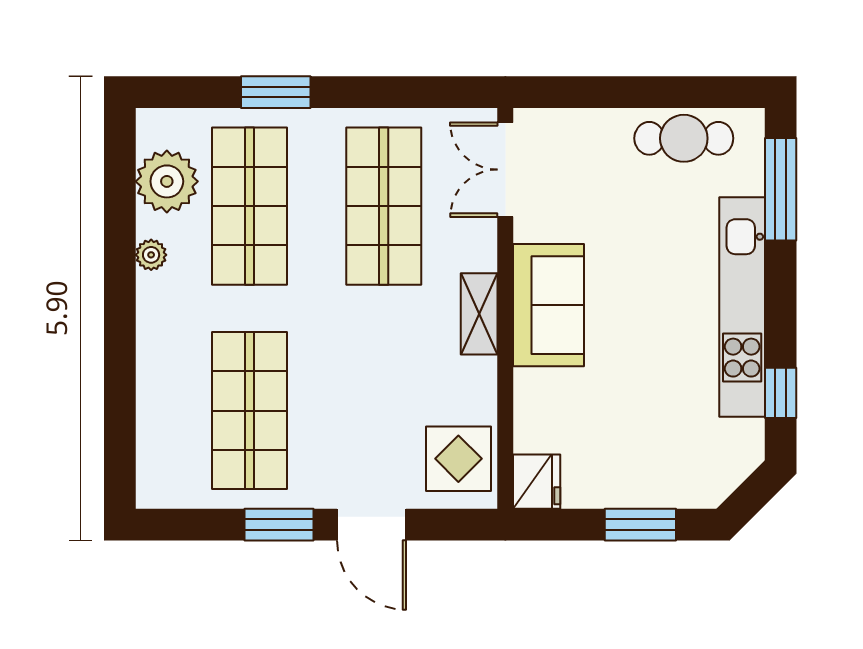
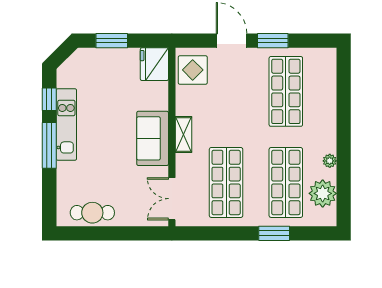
double door: (505, 170) -> (172, 199), swing flipped
window: (781, 189) -> (49, 145), moved
kitchen unit: (742, 307) -> (66, 124), width x0.73
fridge: (537, 482) -> (154, 64), width x1.36, depth x1.34

